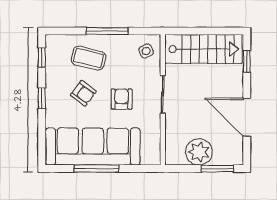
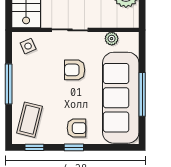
coffee table: (88, 58) -> (30, 120), moved
armchair: (83, 93) -> (76, 128), moved, turned 54
plant: (154, 137) -> (112, 39), added

